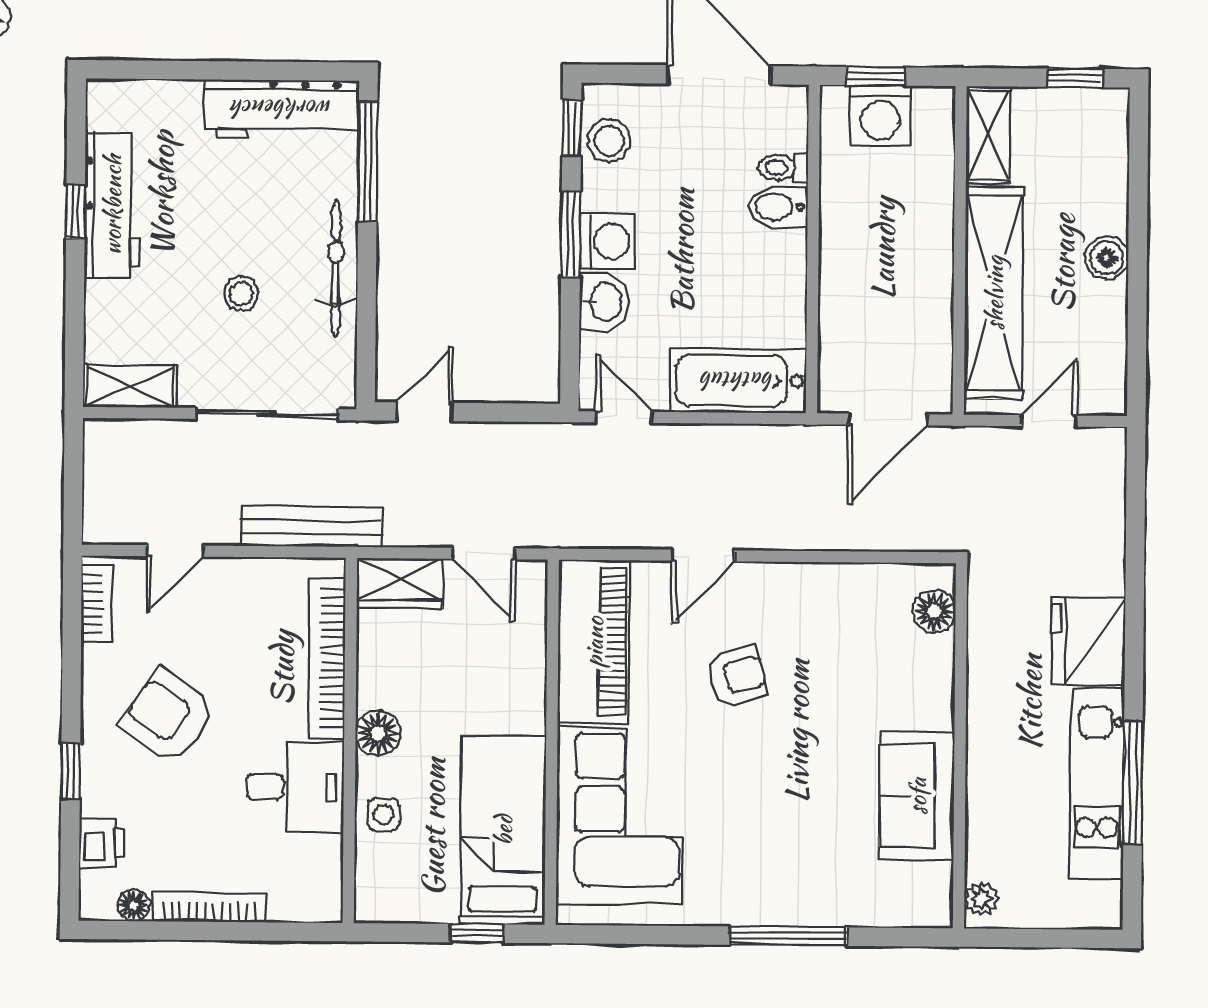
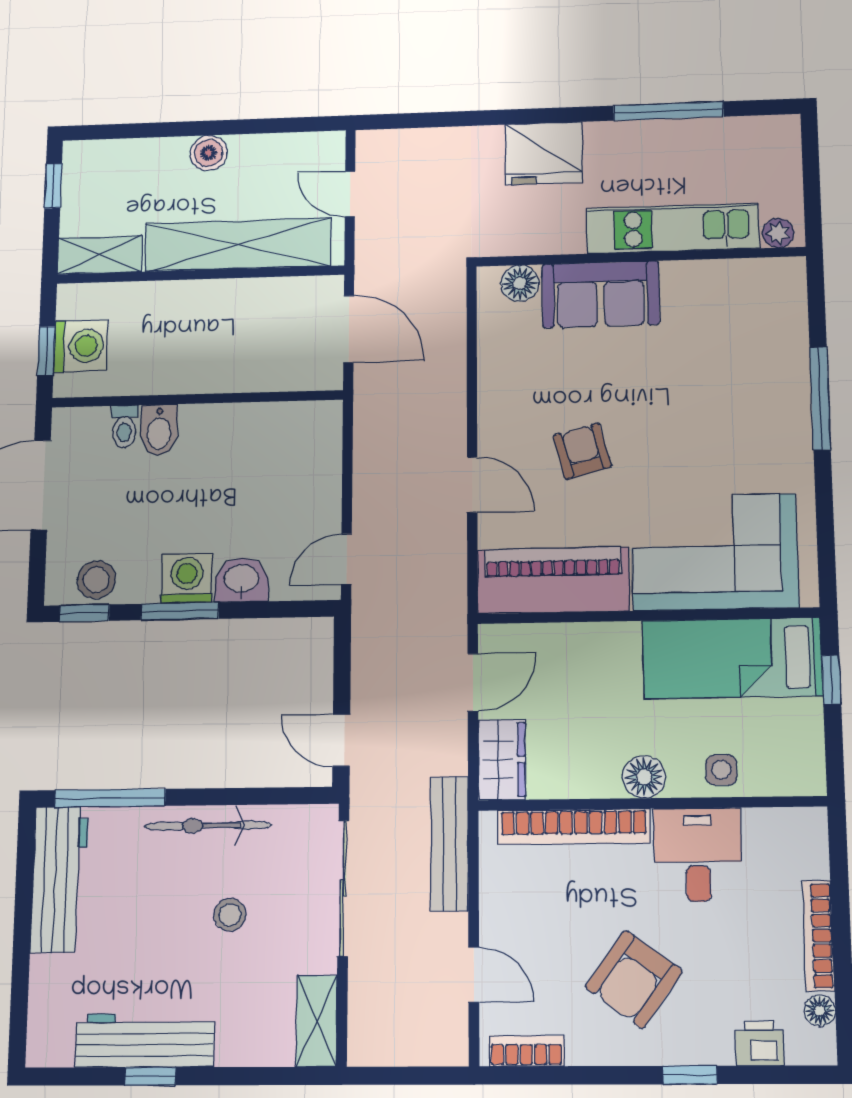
bathtub: (738, 381) -> (314, 459), removed
kitchen unit: (1097, 783) -> (672, 228), moved, turned 180
sofa: (917, 796) -> (601, 294), moved

